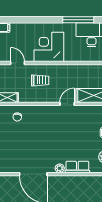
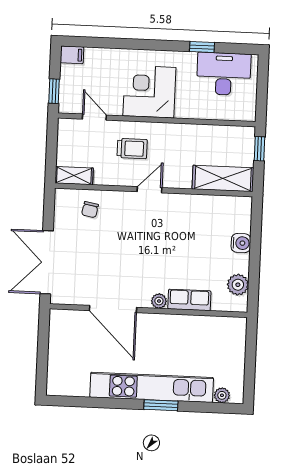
window: (78, 20) -> (202, 47), width x0.46
door: (67, 104) -> (149, 190), moved

